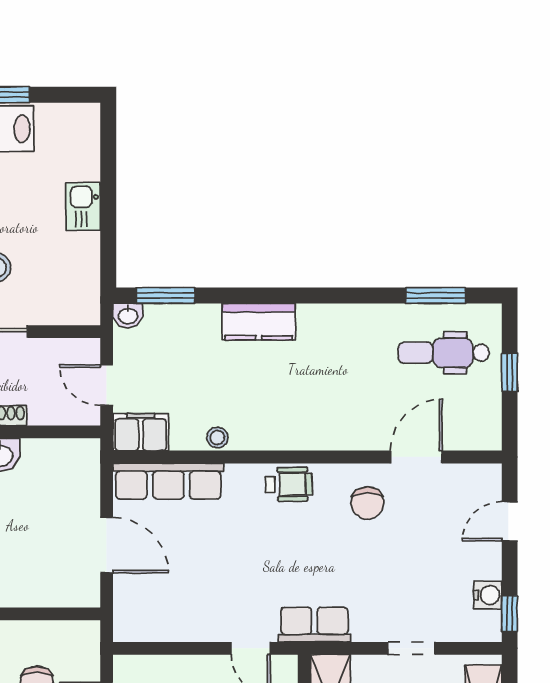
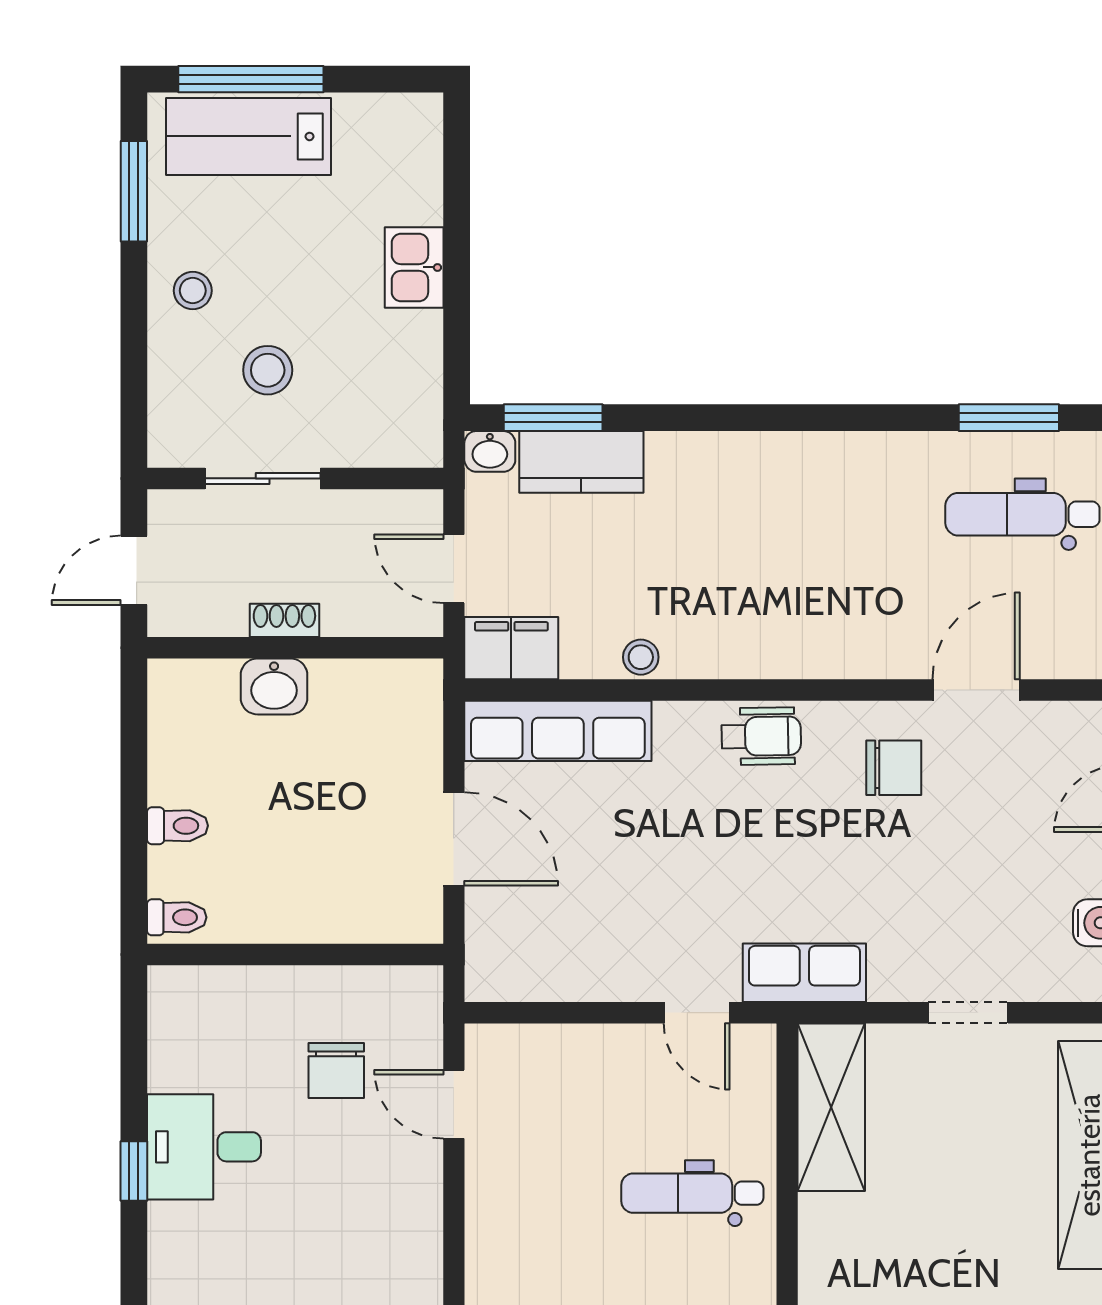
kitchen counter: (259, 322) -> (581, 462), moved
chair: (367, 503) -> (894, 768), turned -90

